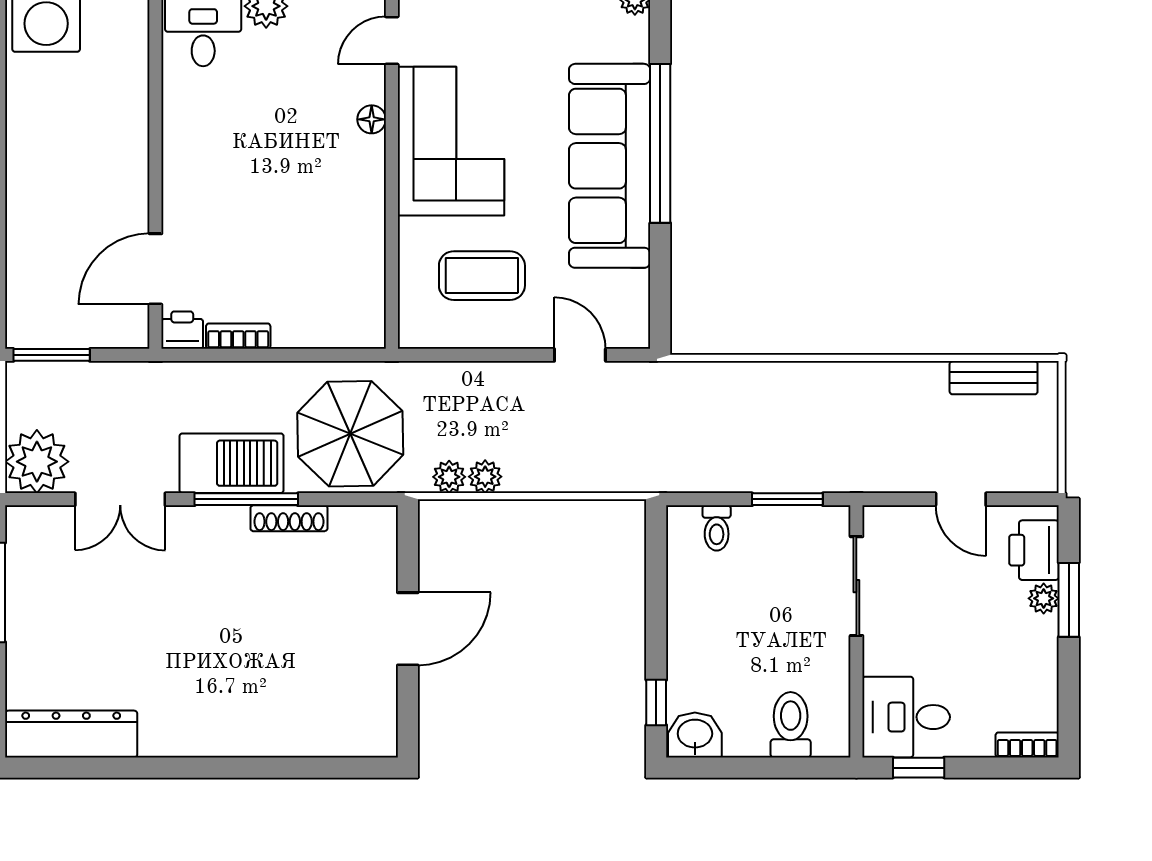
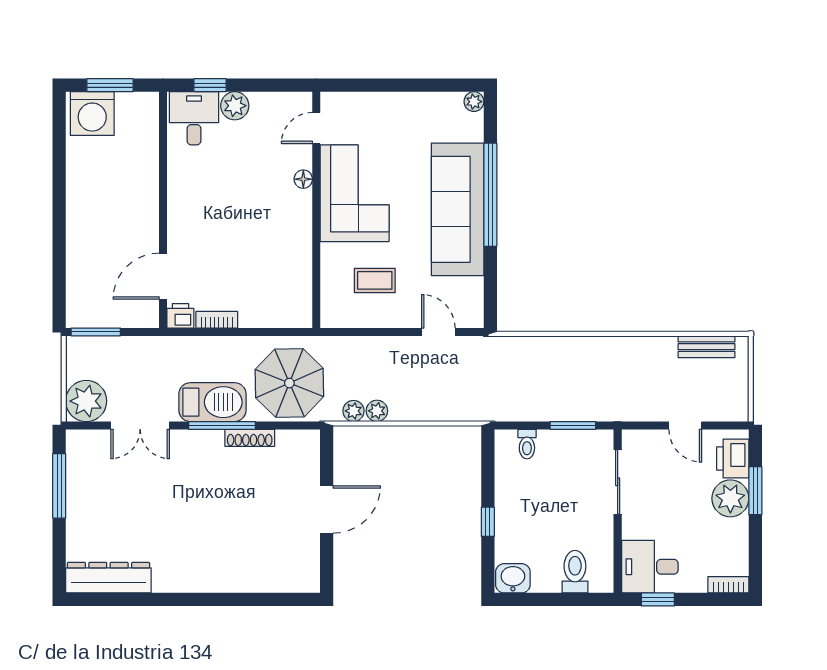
coffee table: (482, 276) -> (375, 280), width x0.73, depth x0.77
plant: (1044, 598) -> (730, 498), width x1.88, depth x1.88
window: (656, 702) -> (488, 522), moved

